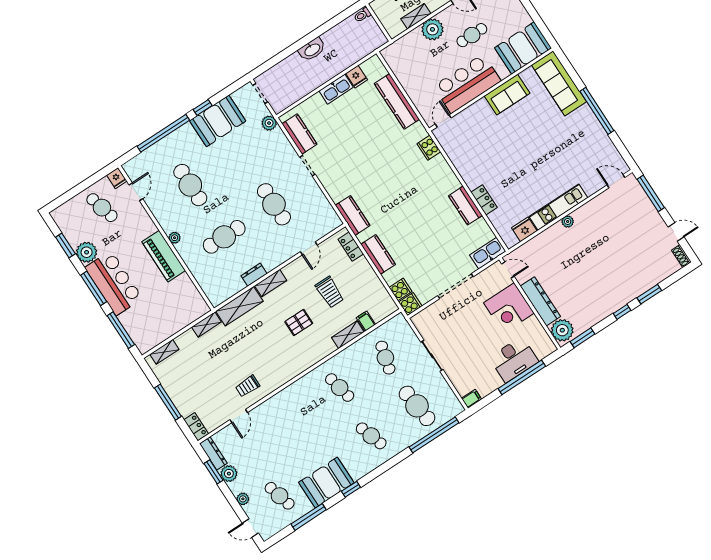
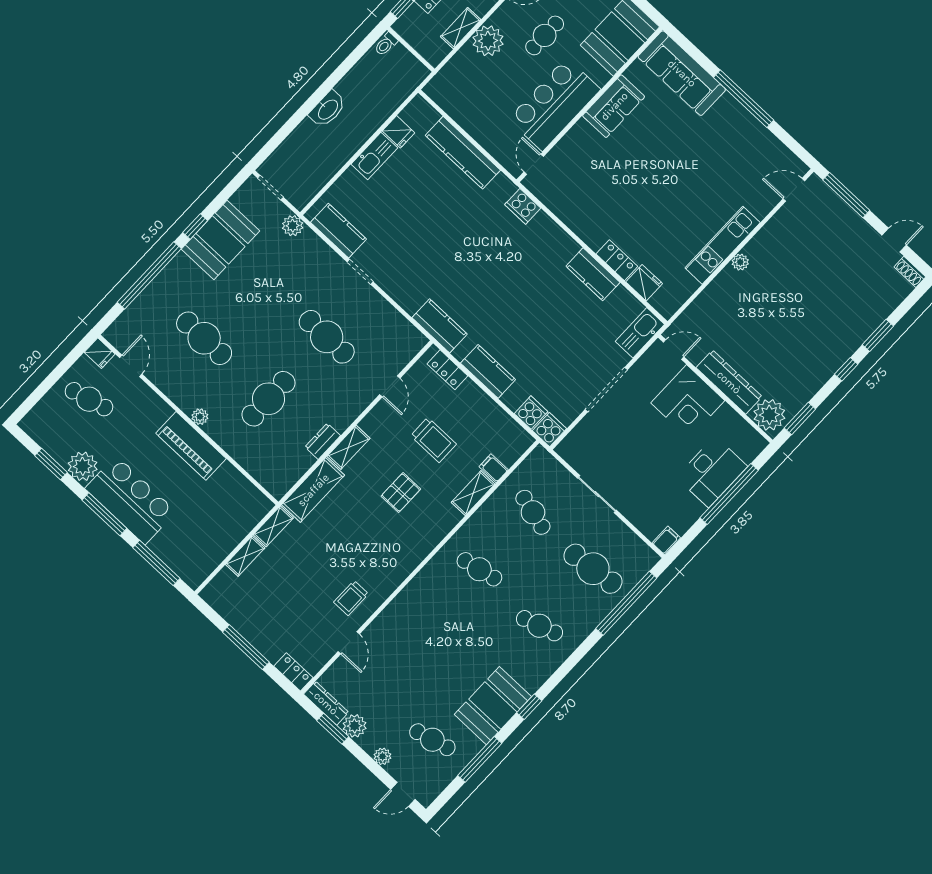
fridge: (524, 229) -> (644, 283), moved, turned 90
shelving: (164, 352) -> (245, 556), moved

